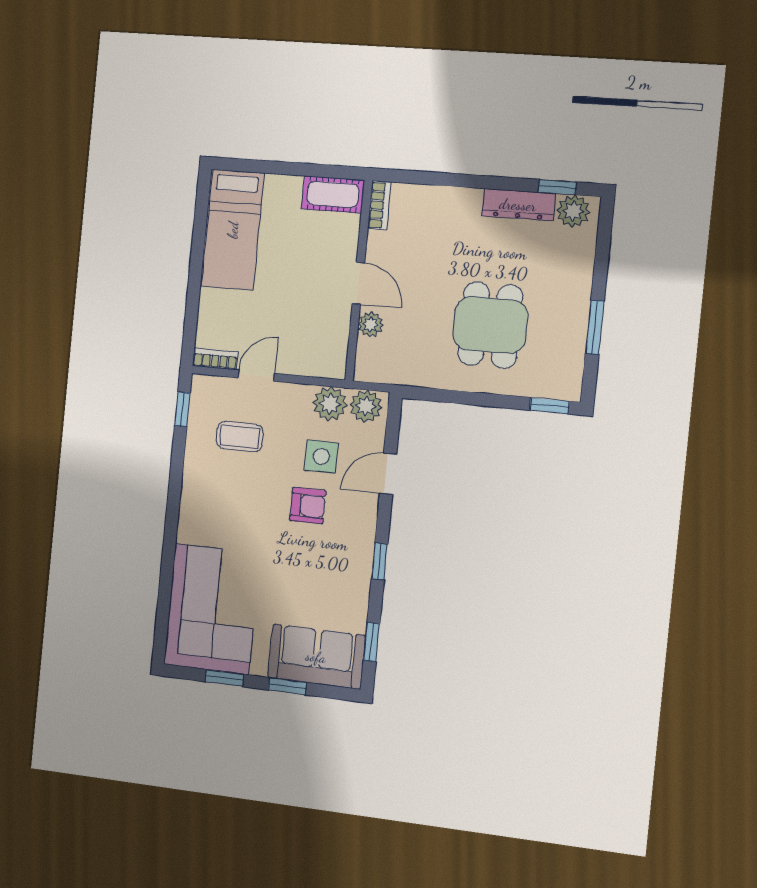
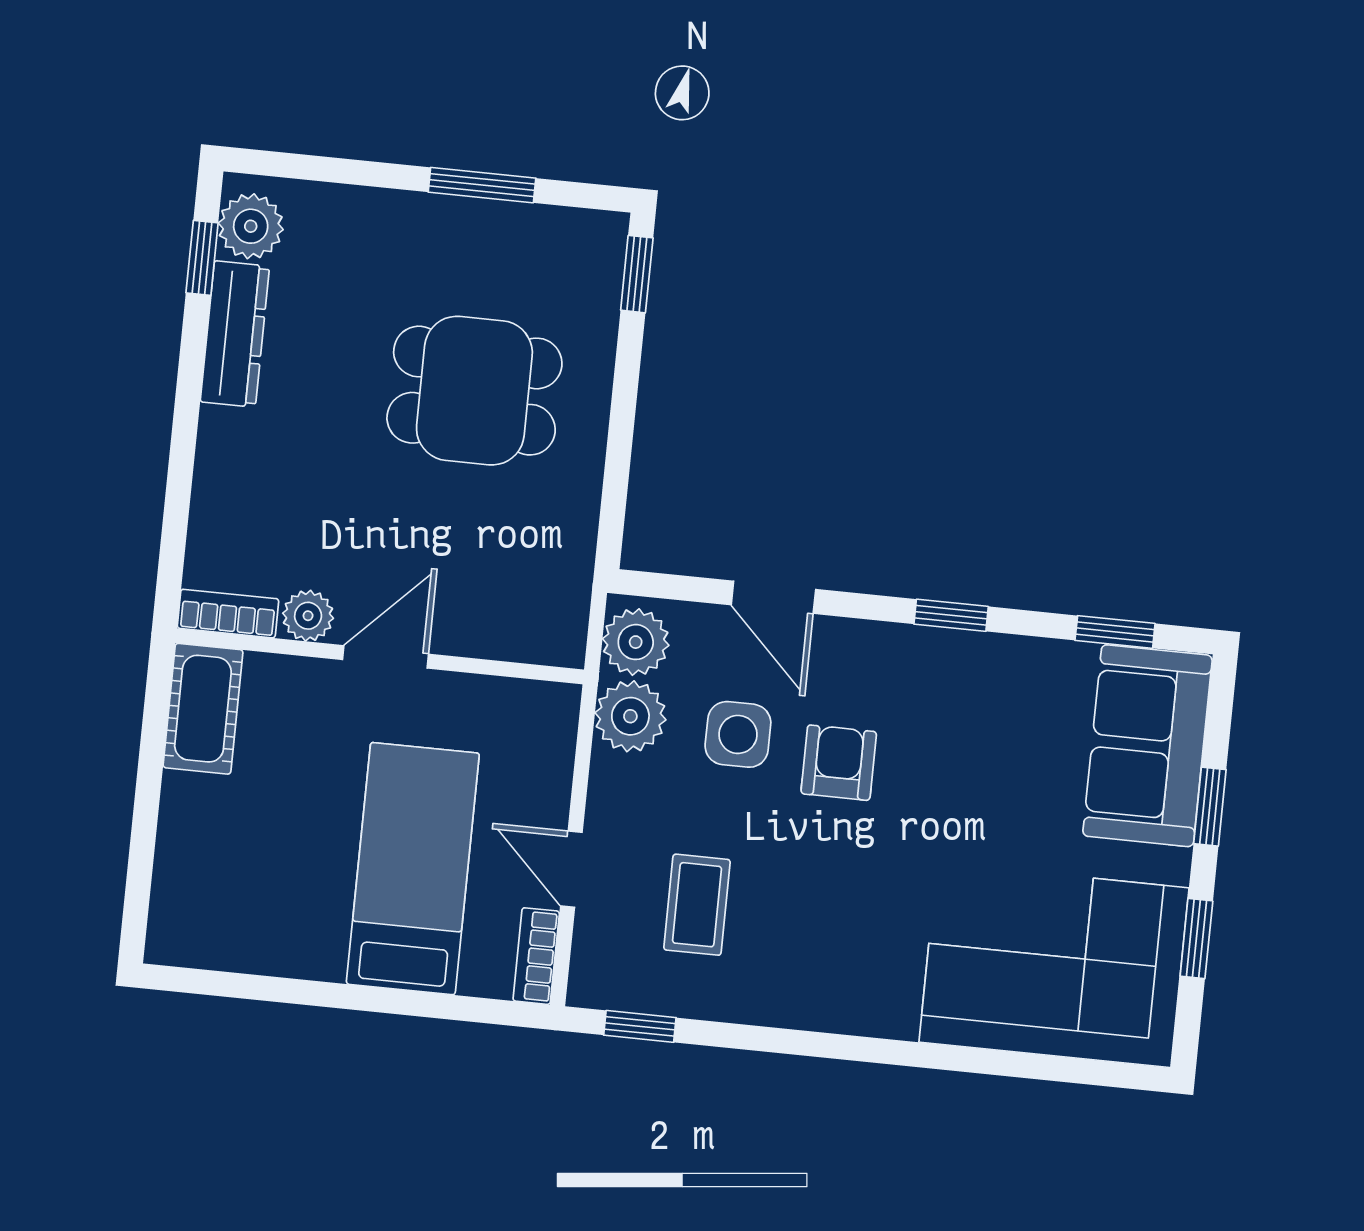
bed: (233, 230) -> (413, 869), moved, turned -90
plant: (371, 324) -> (308, 616), moved

